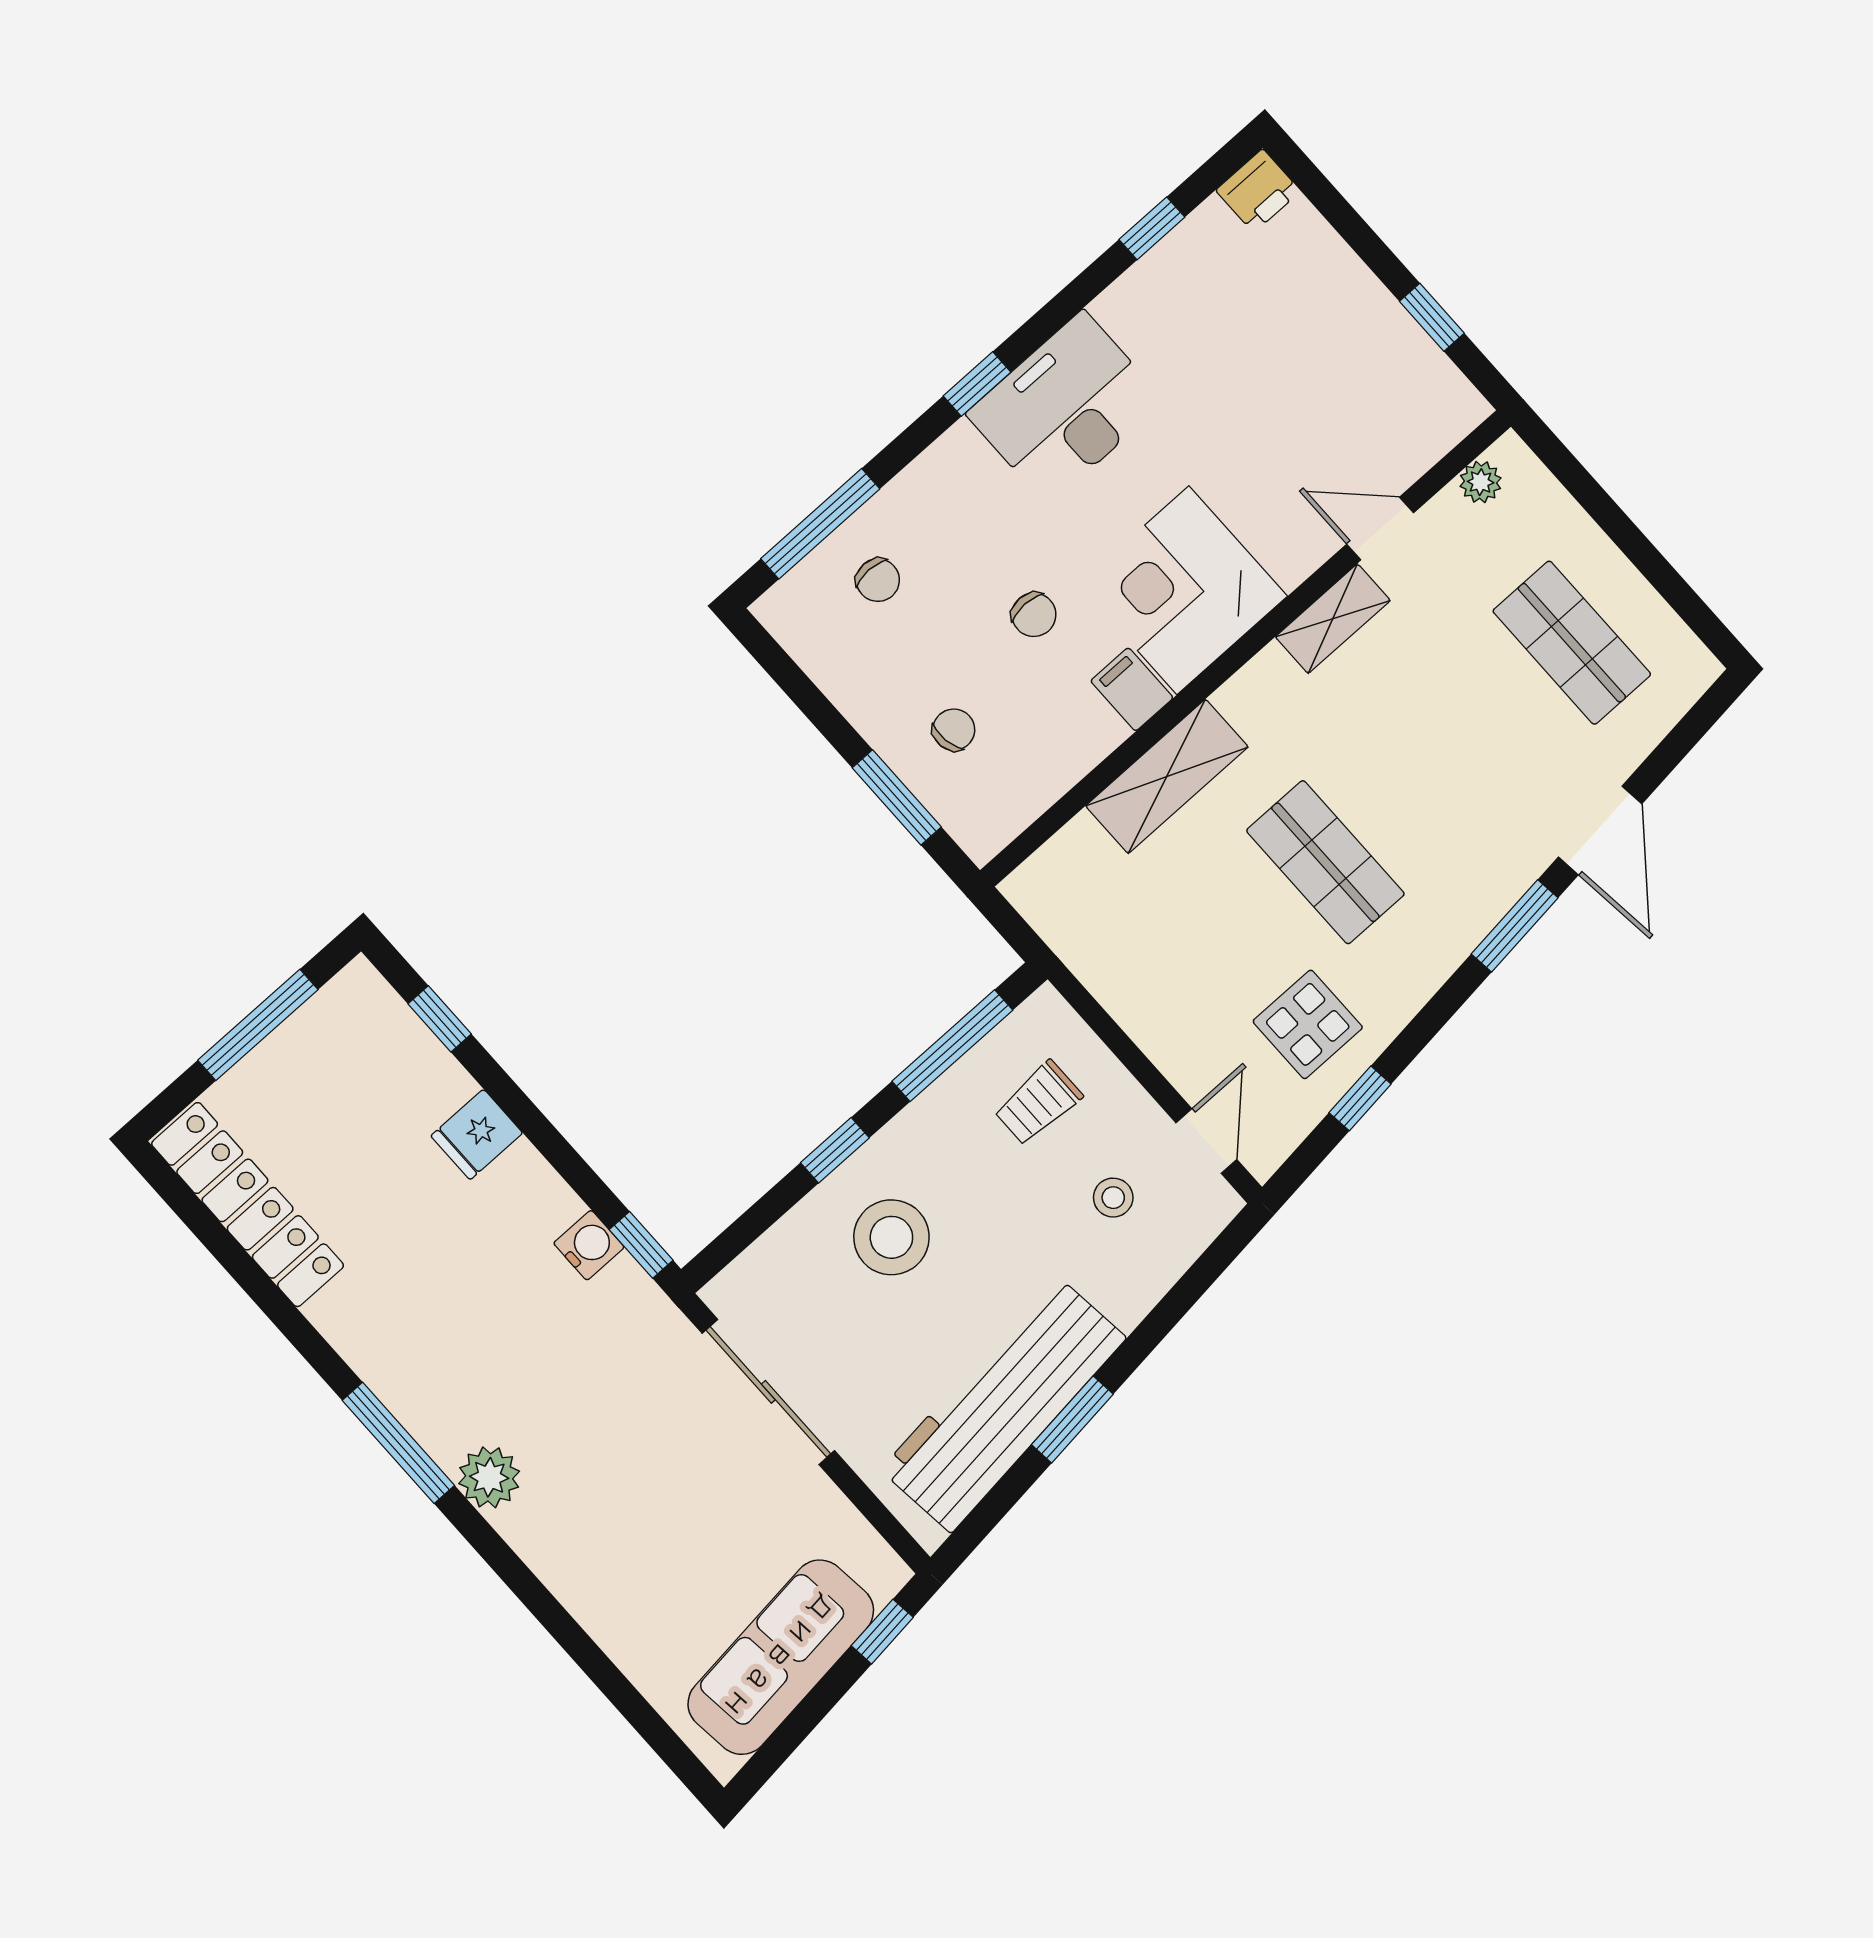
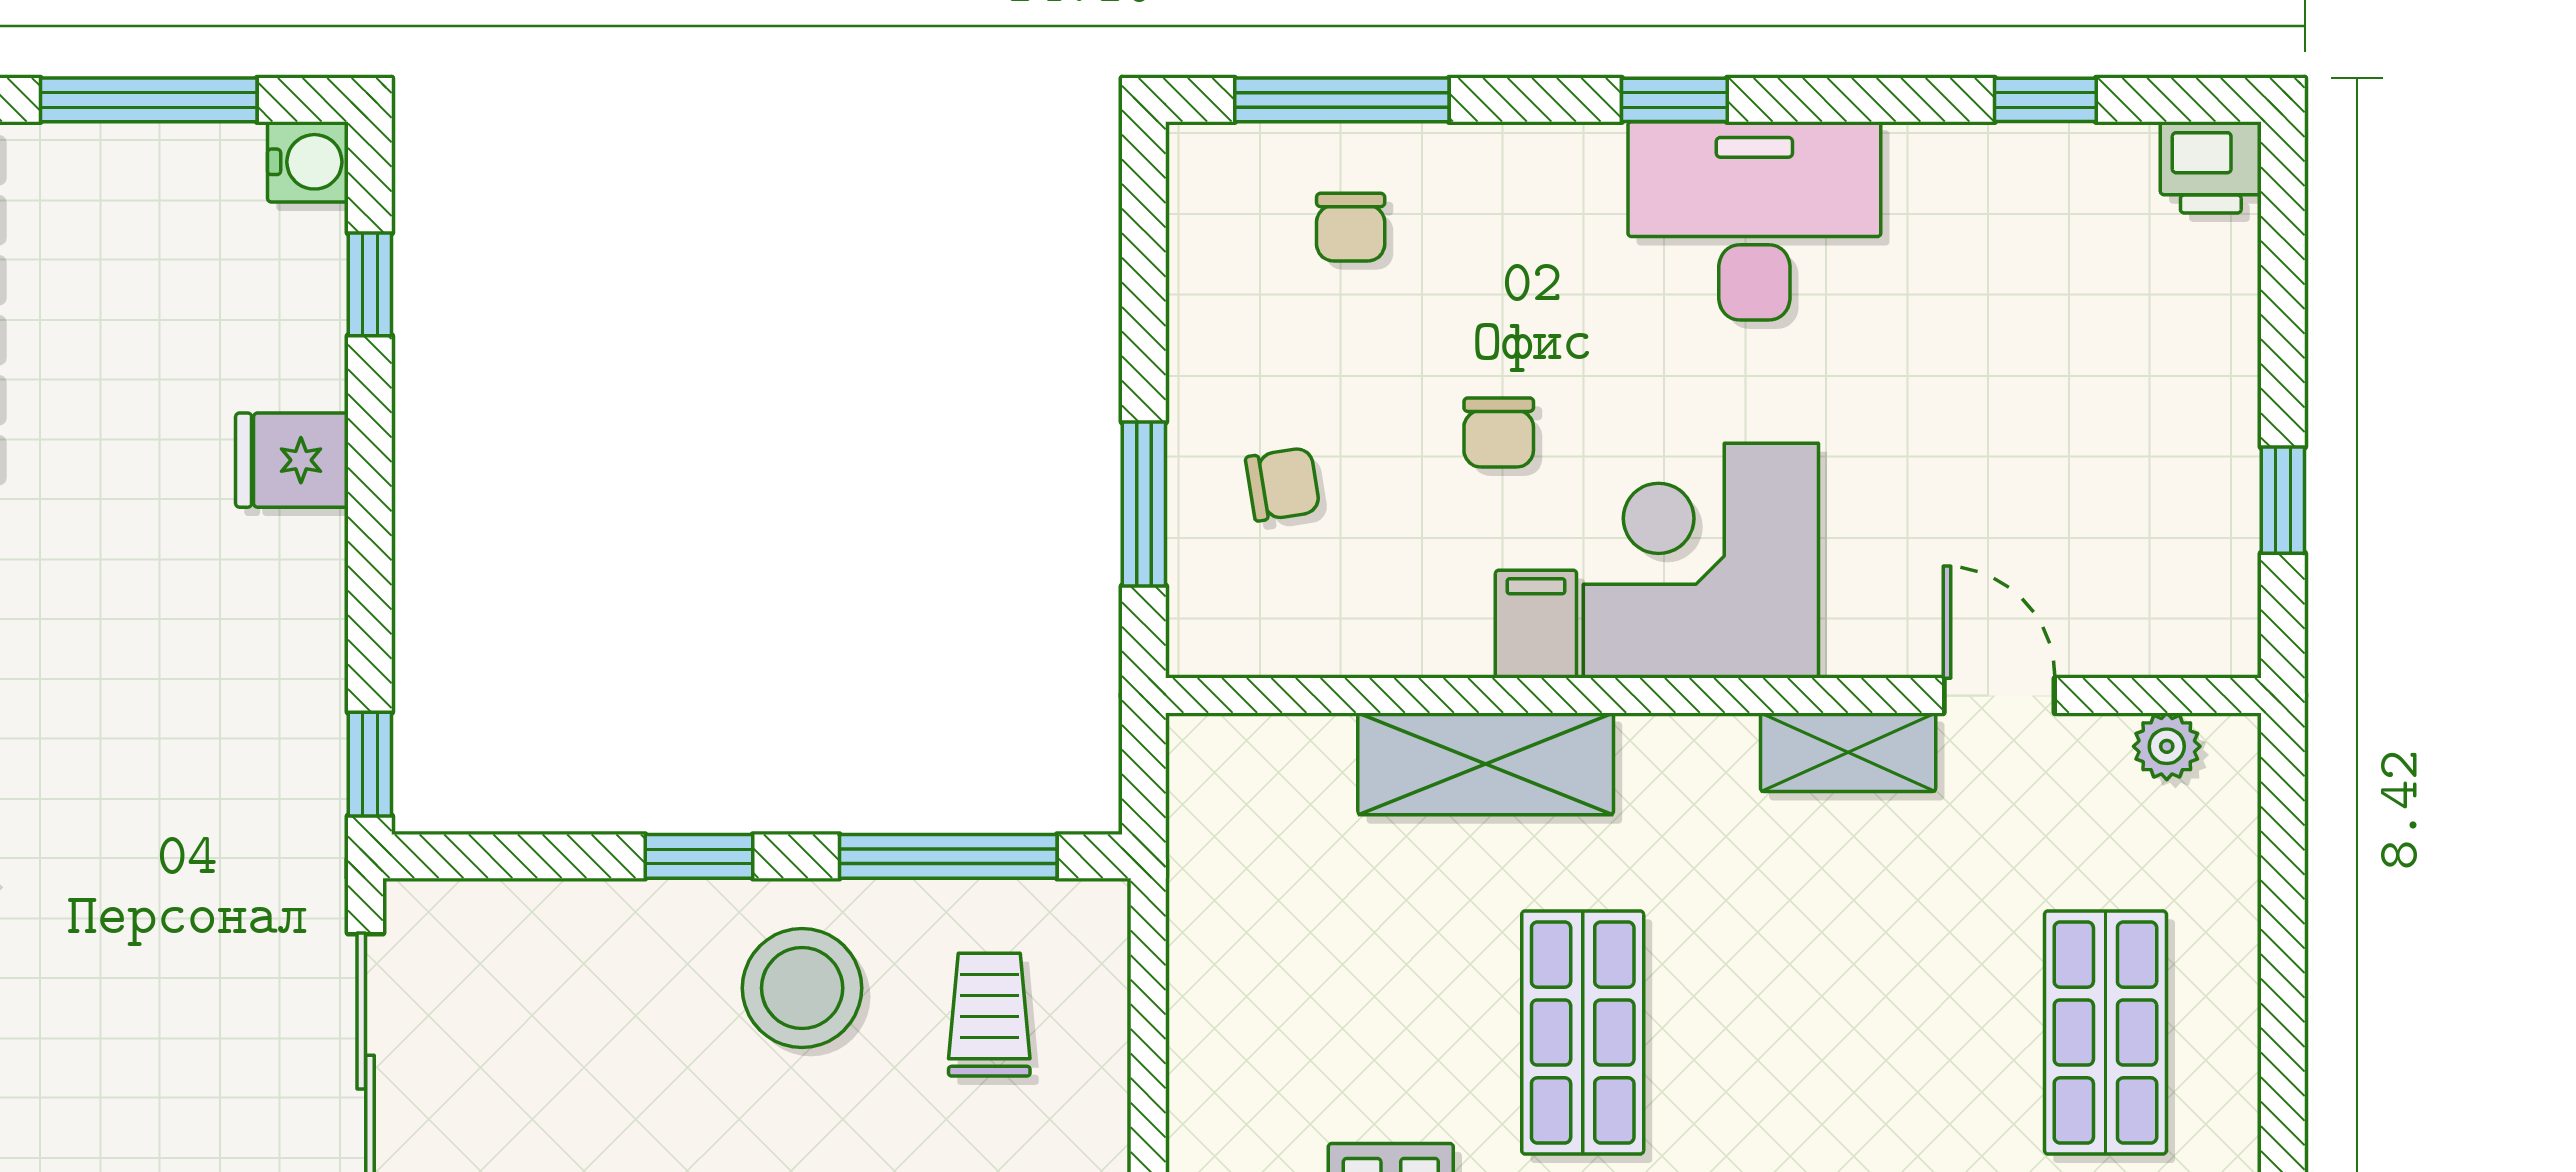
trolley: (1038, 1103) -> (989, 1015), turned 90
stool: (891, 1237) -> (802, 988), moved
water cooler: (589, 1245) -> (308, 162), moved

